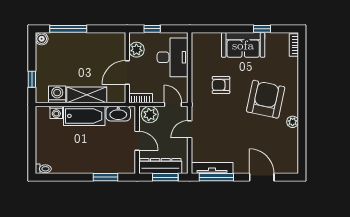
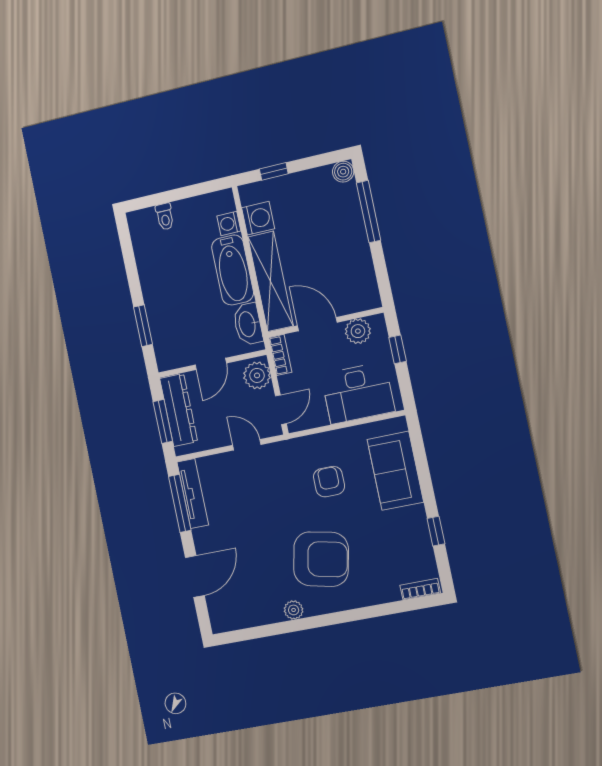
sofa: (243, 45) -> (395, 471), moved
shelving: (87, 95) -> (270, 281), width x1.47
toilet: (43, 169) -> (165, 217), moved

